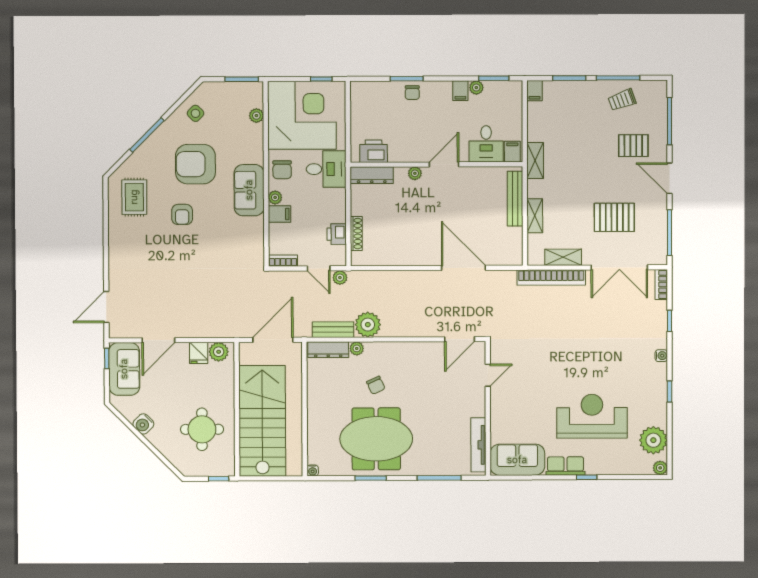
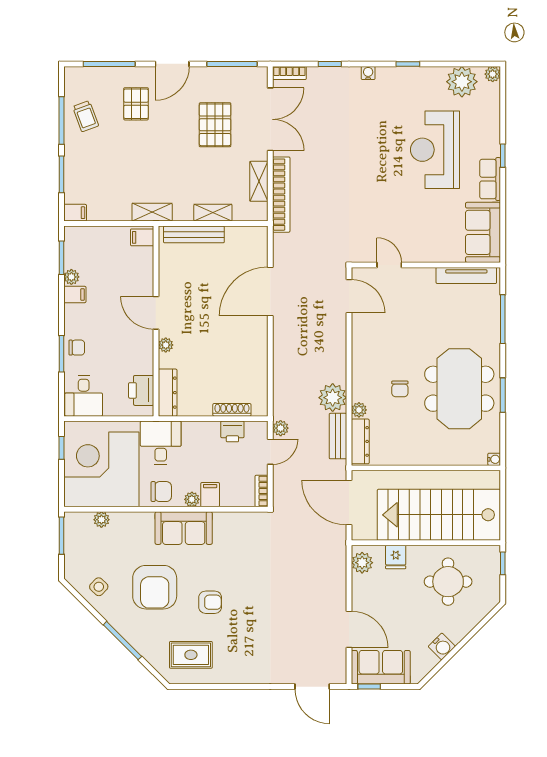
desk: (486, 144) -> (84, 396), moved, turned 90
fridge: (199, 353) -> (396, 557), moved, turned 90
chair: (376, 385) -> (400, 389), turned 115

